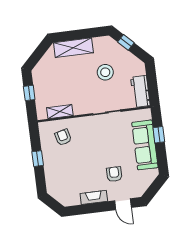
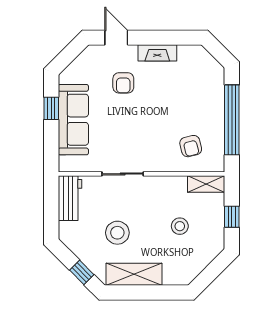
shelving: (73, 48) -> (134, 274), moved
stool: (64, 82) -> (180, 226), added
shelving: (60, 112) -> (206, 184), moved
window: (159, 135) -> (51, 108), moved
window: (38, 159) -> (232, 120), width x3.17

